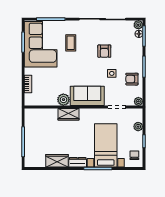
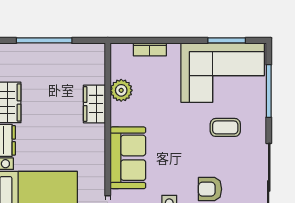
plant: (63, 100) -> (121, 90), moved
wardrobe: (68, 114) -> (94, 104), moved

